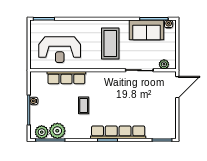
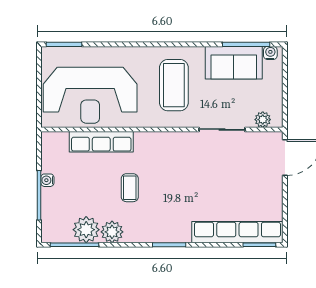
reception desk: (60, 50) -> (90, 95), width x1.36, depth x1.30
plant: (42, 132) -> (112, 232), moved
row of seats: (118, 132) -> (237, 232), moved

